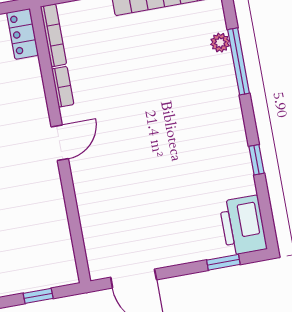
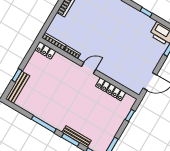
door: (60, 143) -> (89, 68), hinge flipped
locker: (56, 218) -> (111, 89), added

